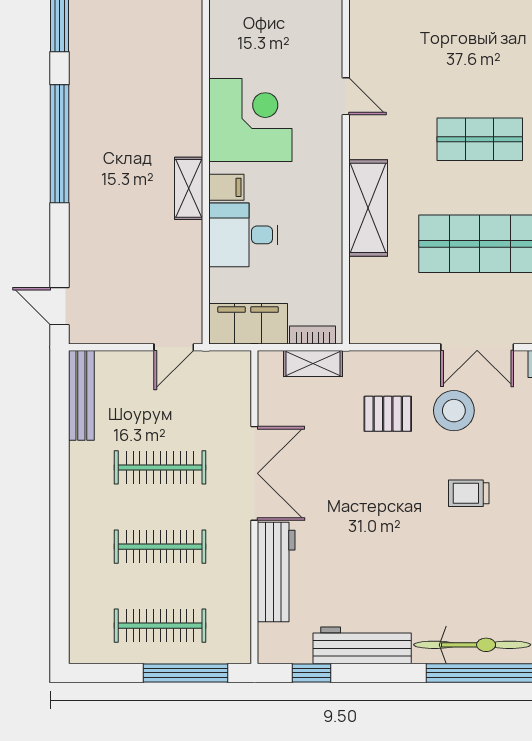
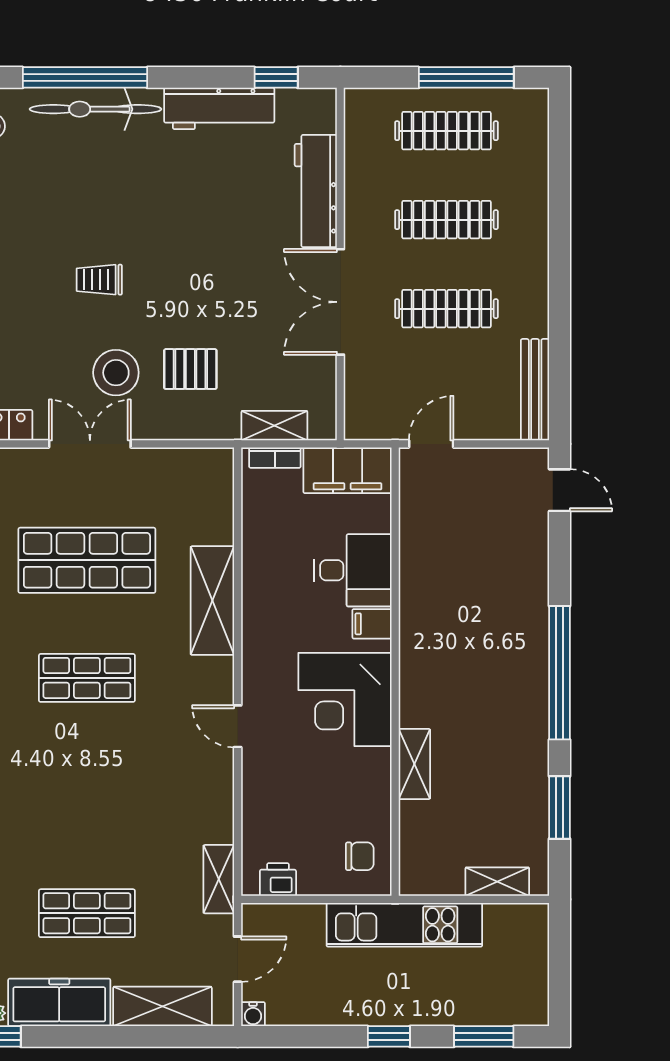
shelving: (189, 188) -> (414, 764), moved
trolley: (469, 493) -> (99, 280), turned 180
window: (186, 673) -> (466, 77), moved

